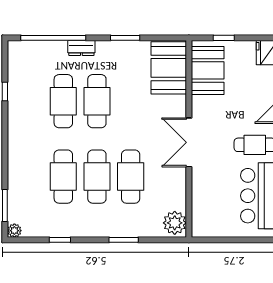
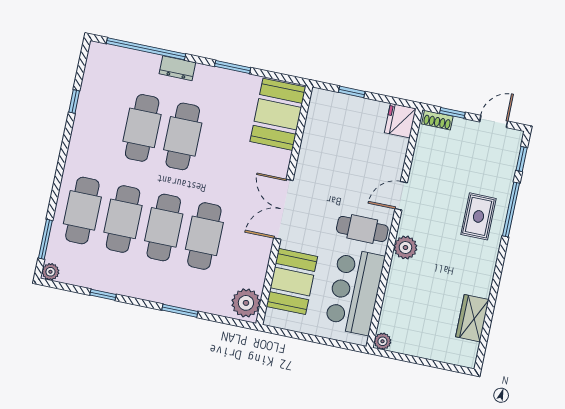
booth: (208, 70) -> (292, 281), moved
cafe table: (30, 177) -> (82, 210), added

